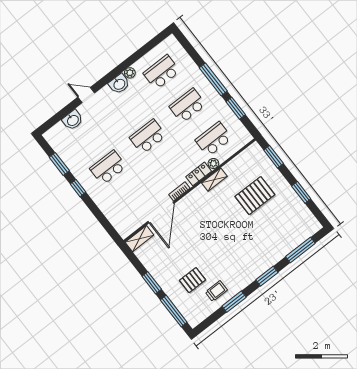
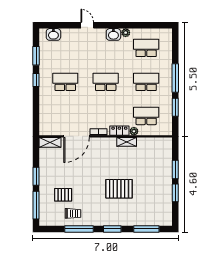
washbasin: (73, 120) -> (53, 34), moved
window: (274, 157) -> (175, 169), moved
pallet: (255, 196) -> (119, 189), moved
window: (234, 302) -> (79, 229), width x1.44

